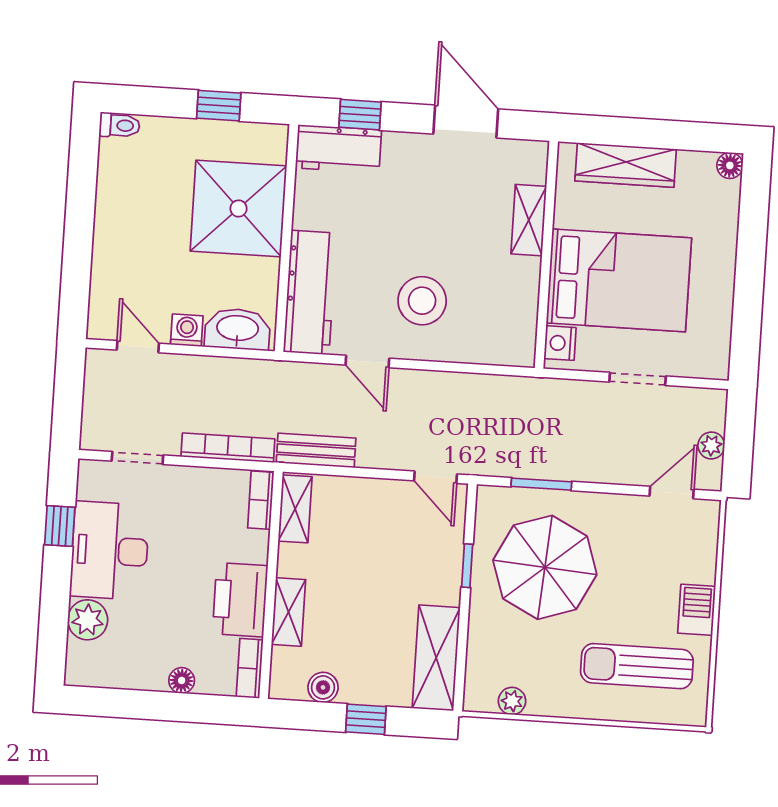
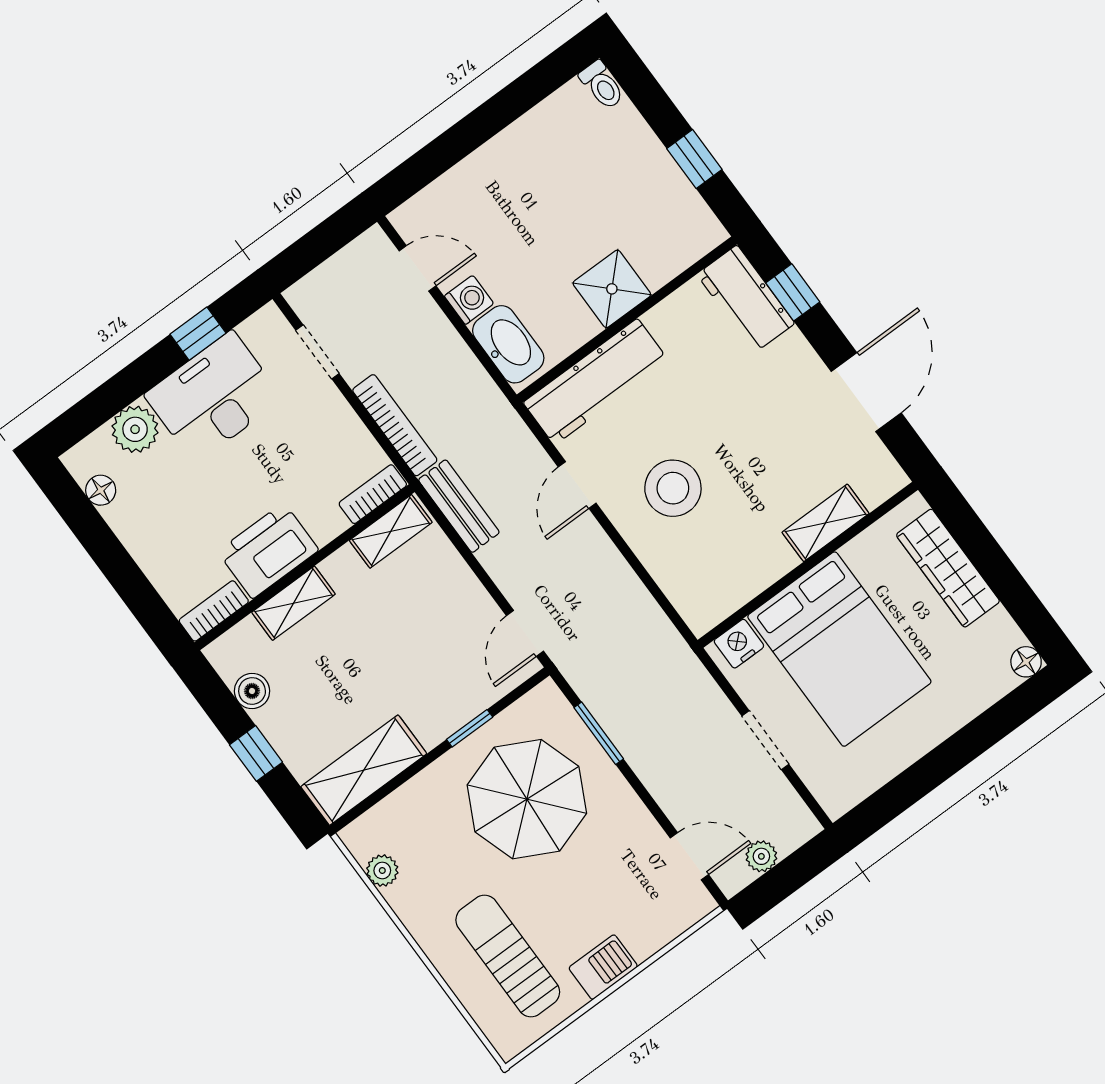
shower: (239, 208) -> (612, 289), width x0.54, depth x0.54
door: (138, 347) -> (418, 268), hinge flipped
floor lamp: (182, 680) -> (101, 490), moved

